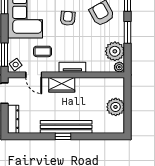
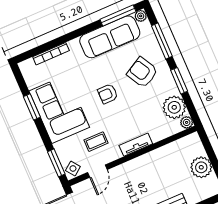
armchair: (68, 18) -> (108, 94), turned -95
door: (34, 75) -> (97, 171), hinge flipped
wardrobe: (62, 85) -> (132, 169), removed

